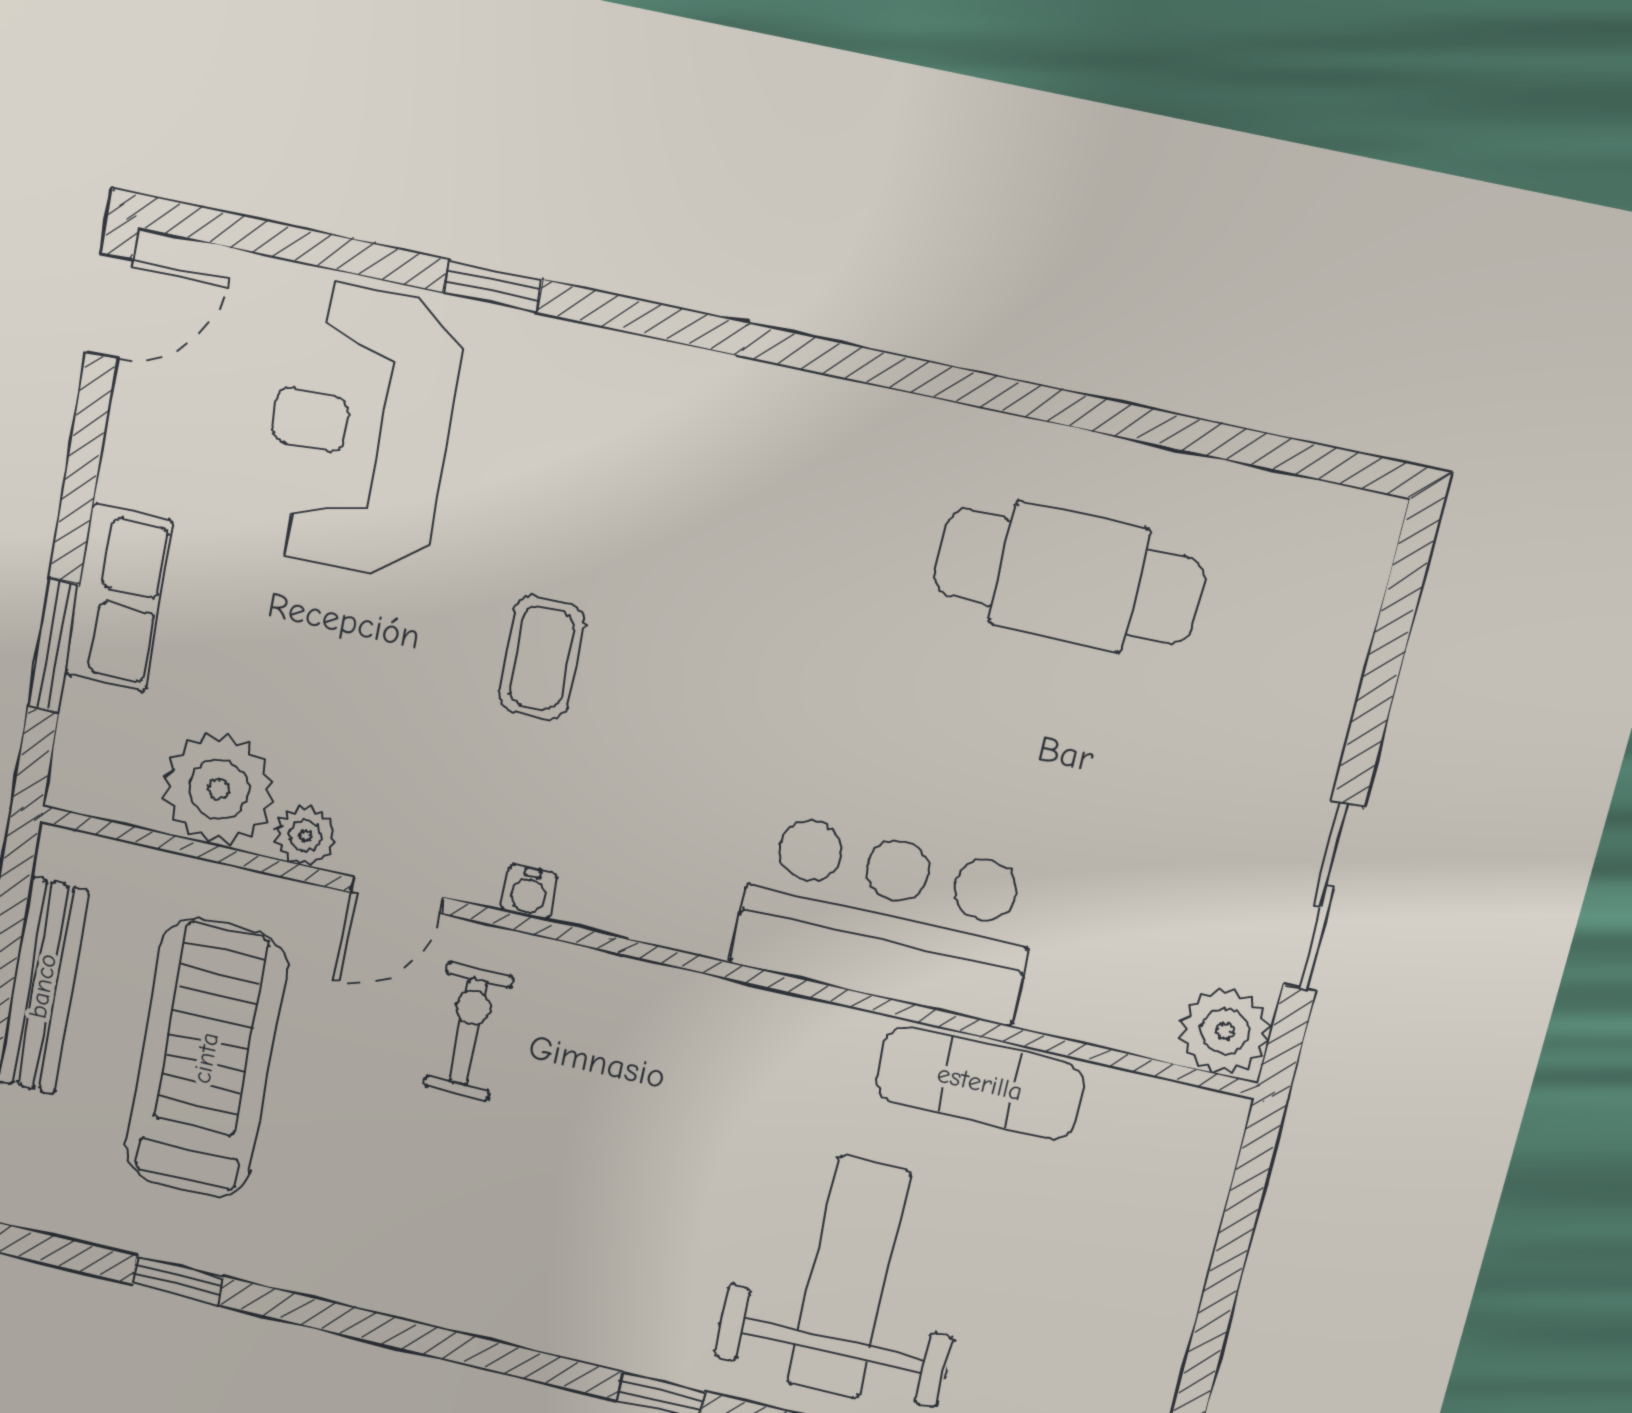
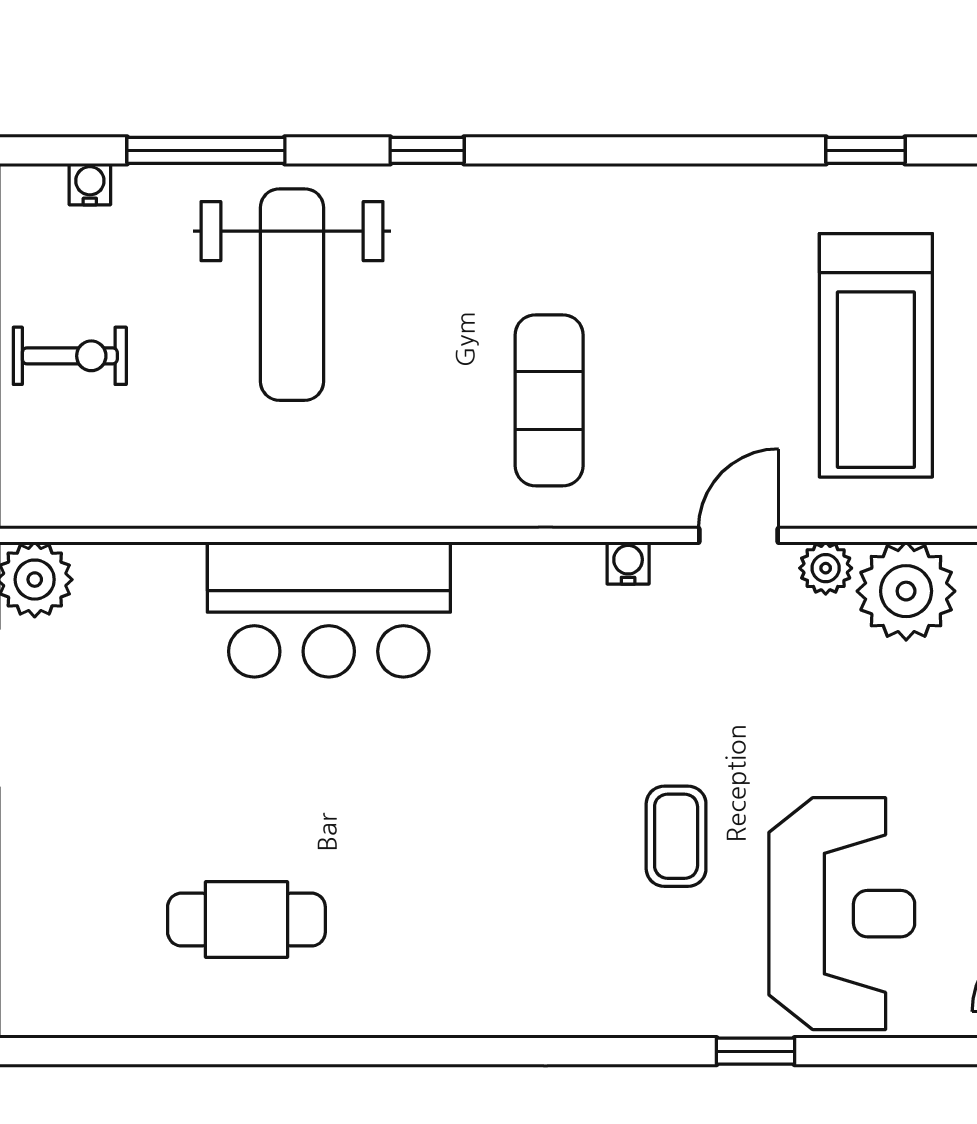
cafe table: (1069, 577) -> (246, 920), width x0.73, depth x0.74
coffee table: (541, 658) -> (676, 836), moved
exercise bike: (468, 1031) -> (70, 356), moved, turned -90
exercise mat: (980, 1083) -> (549, 400), moved, turned 90

